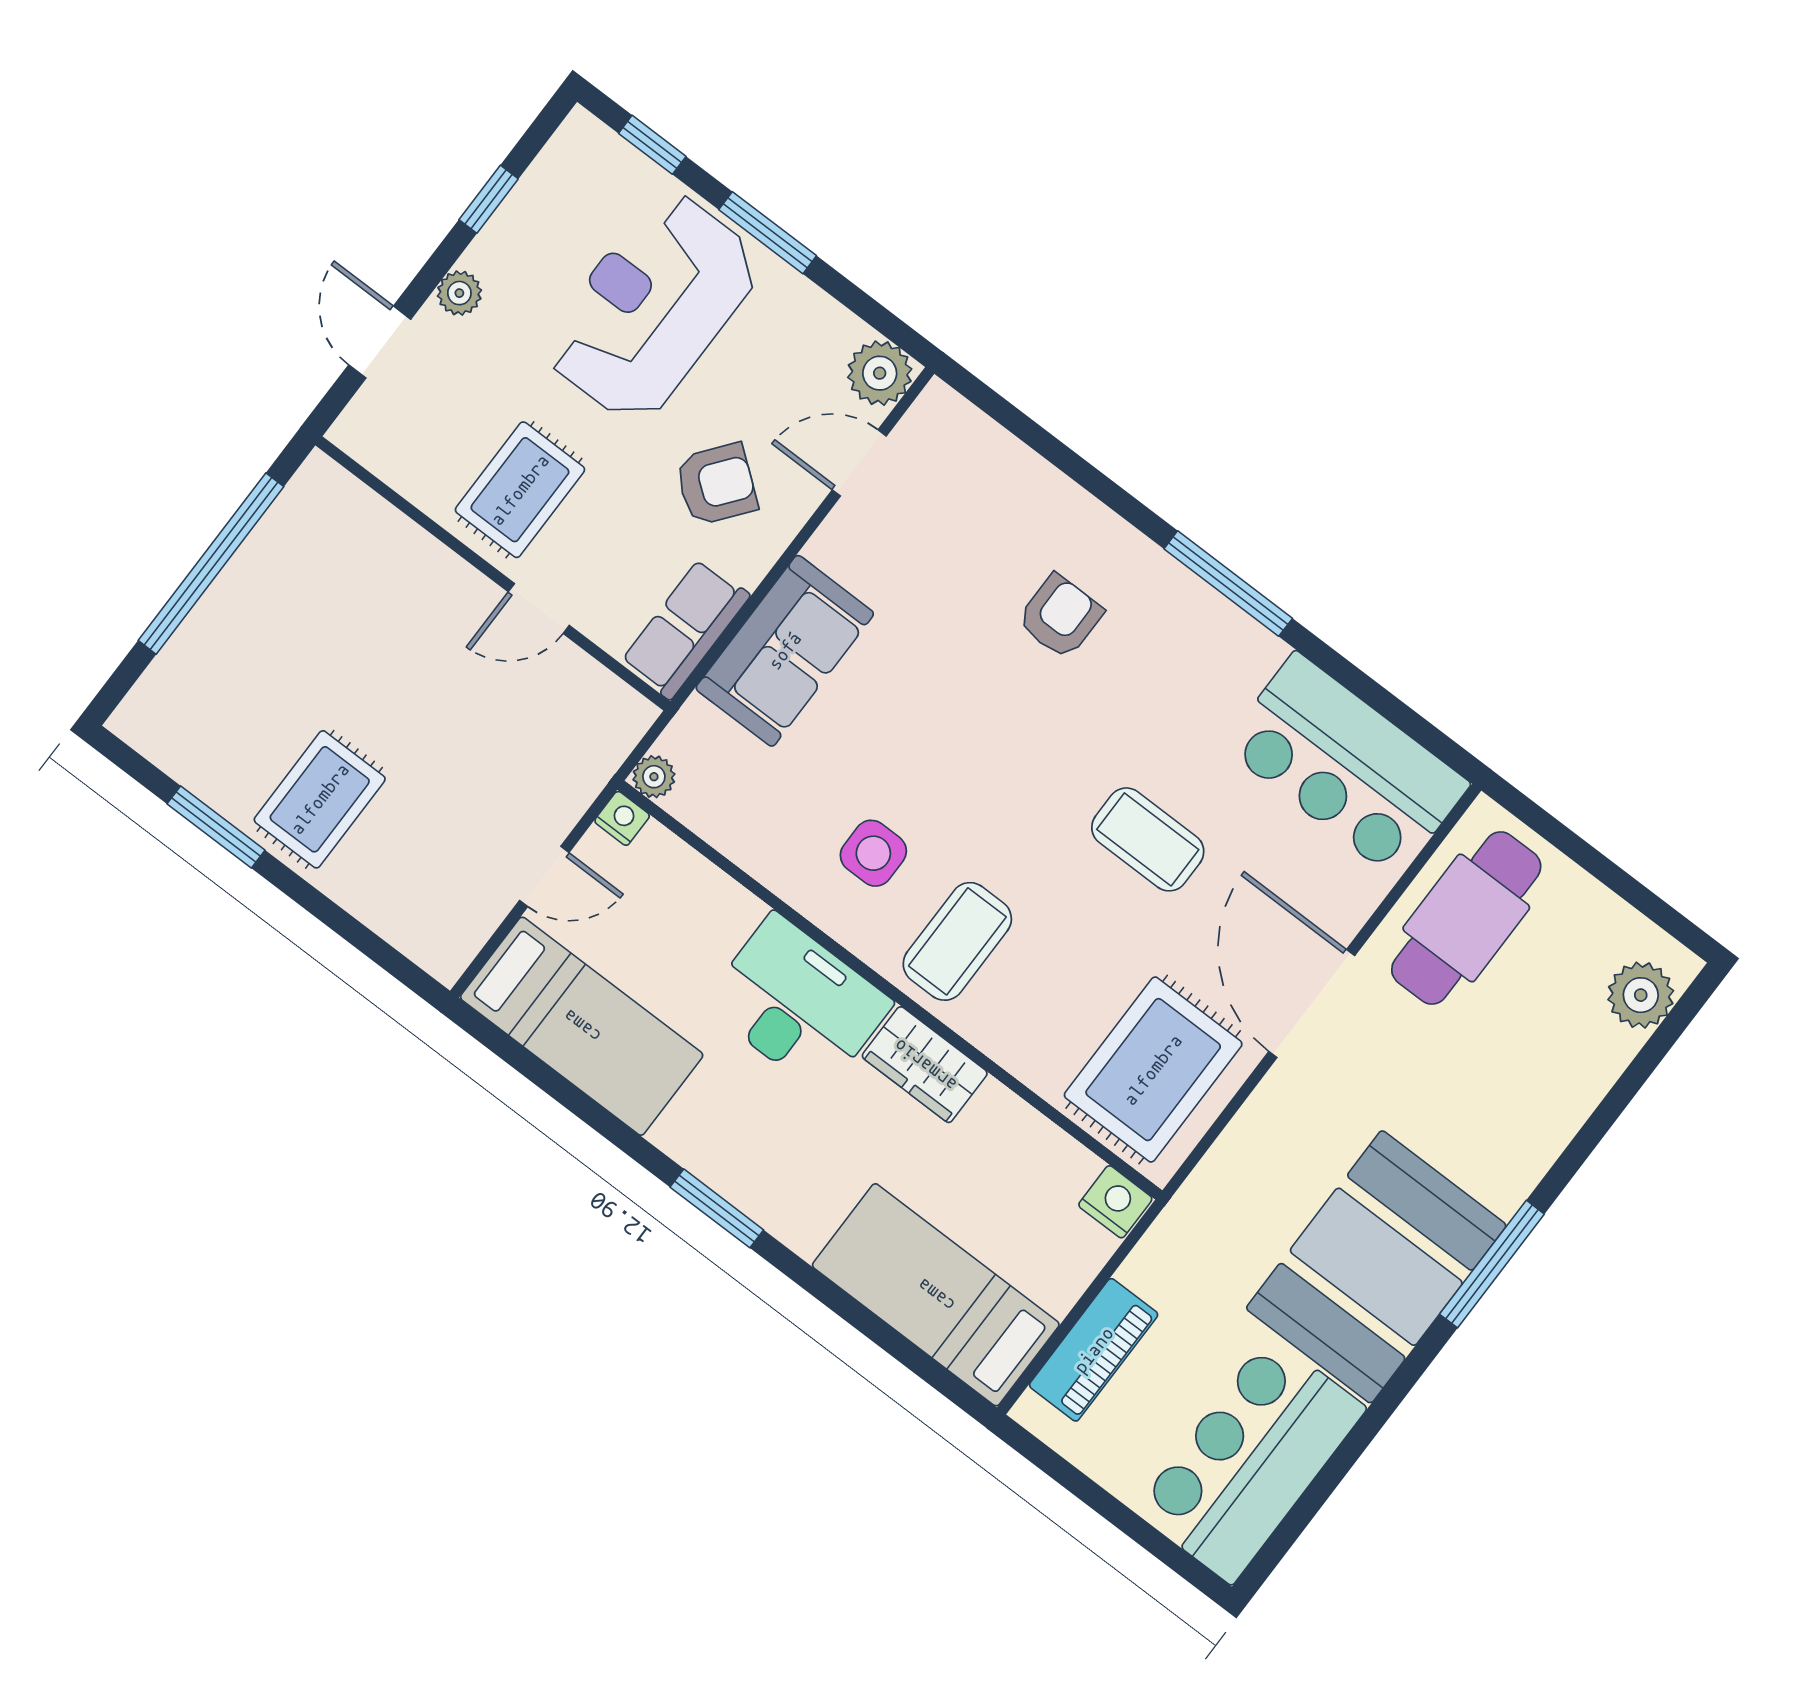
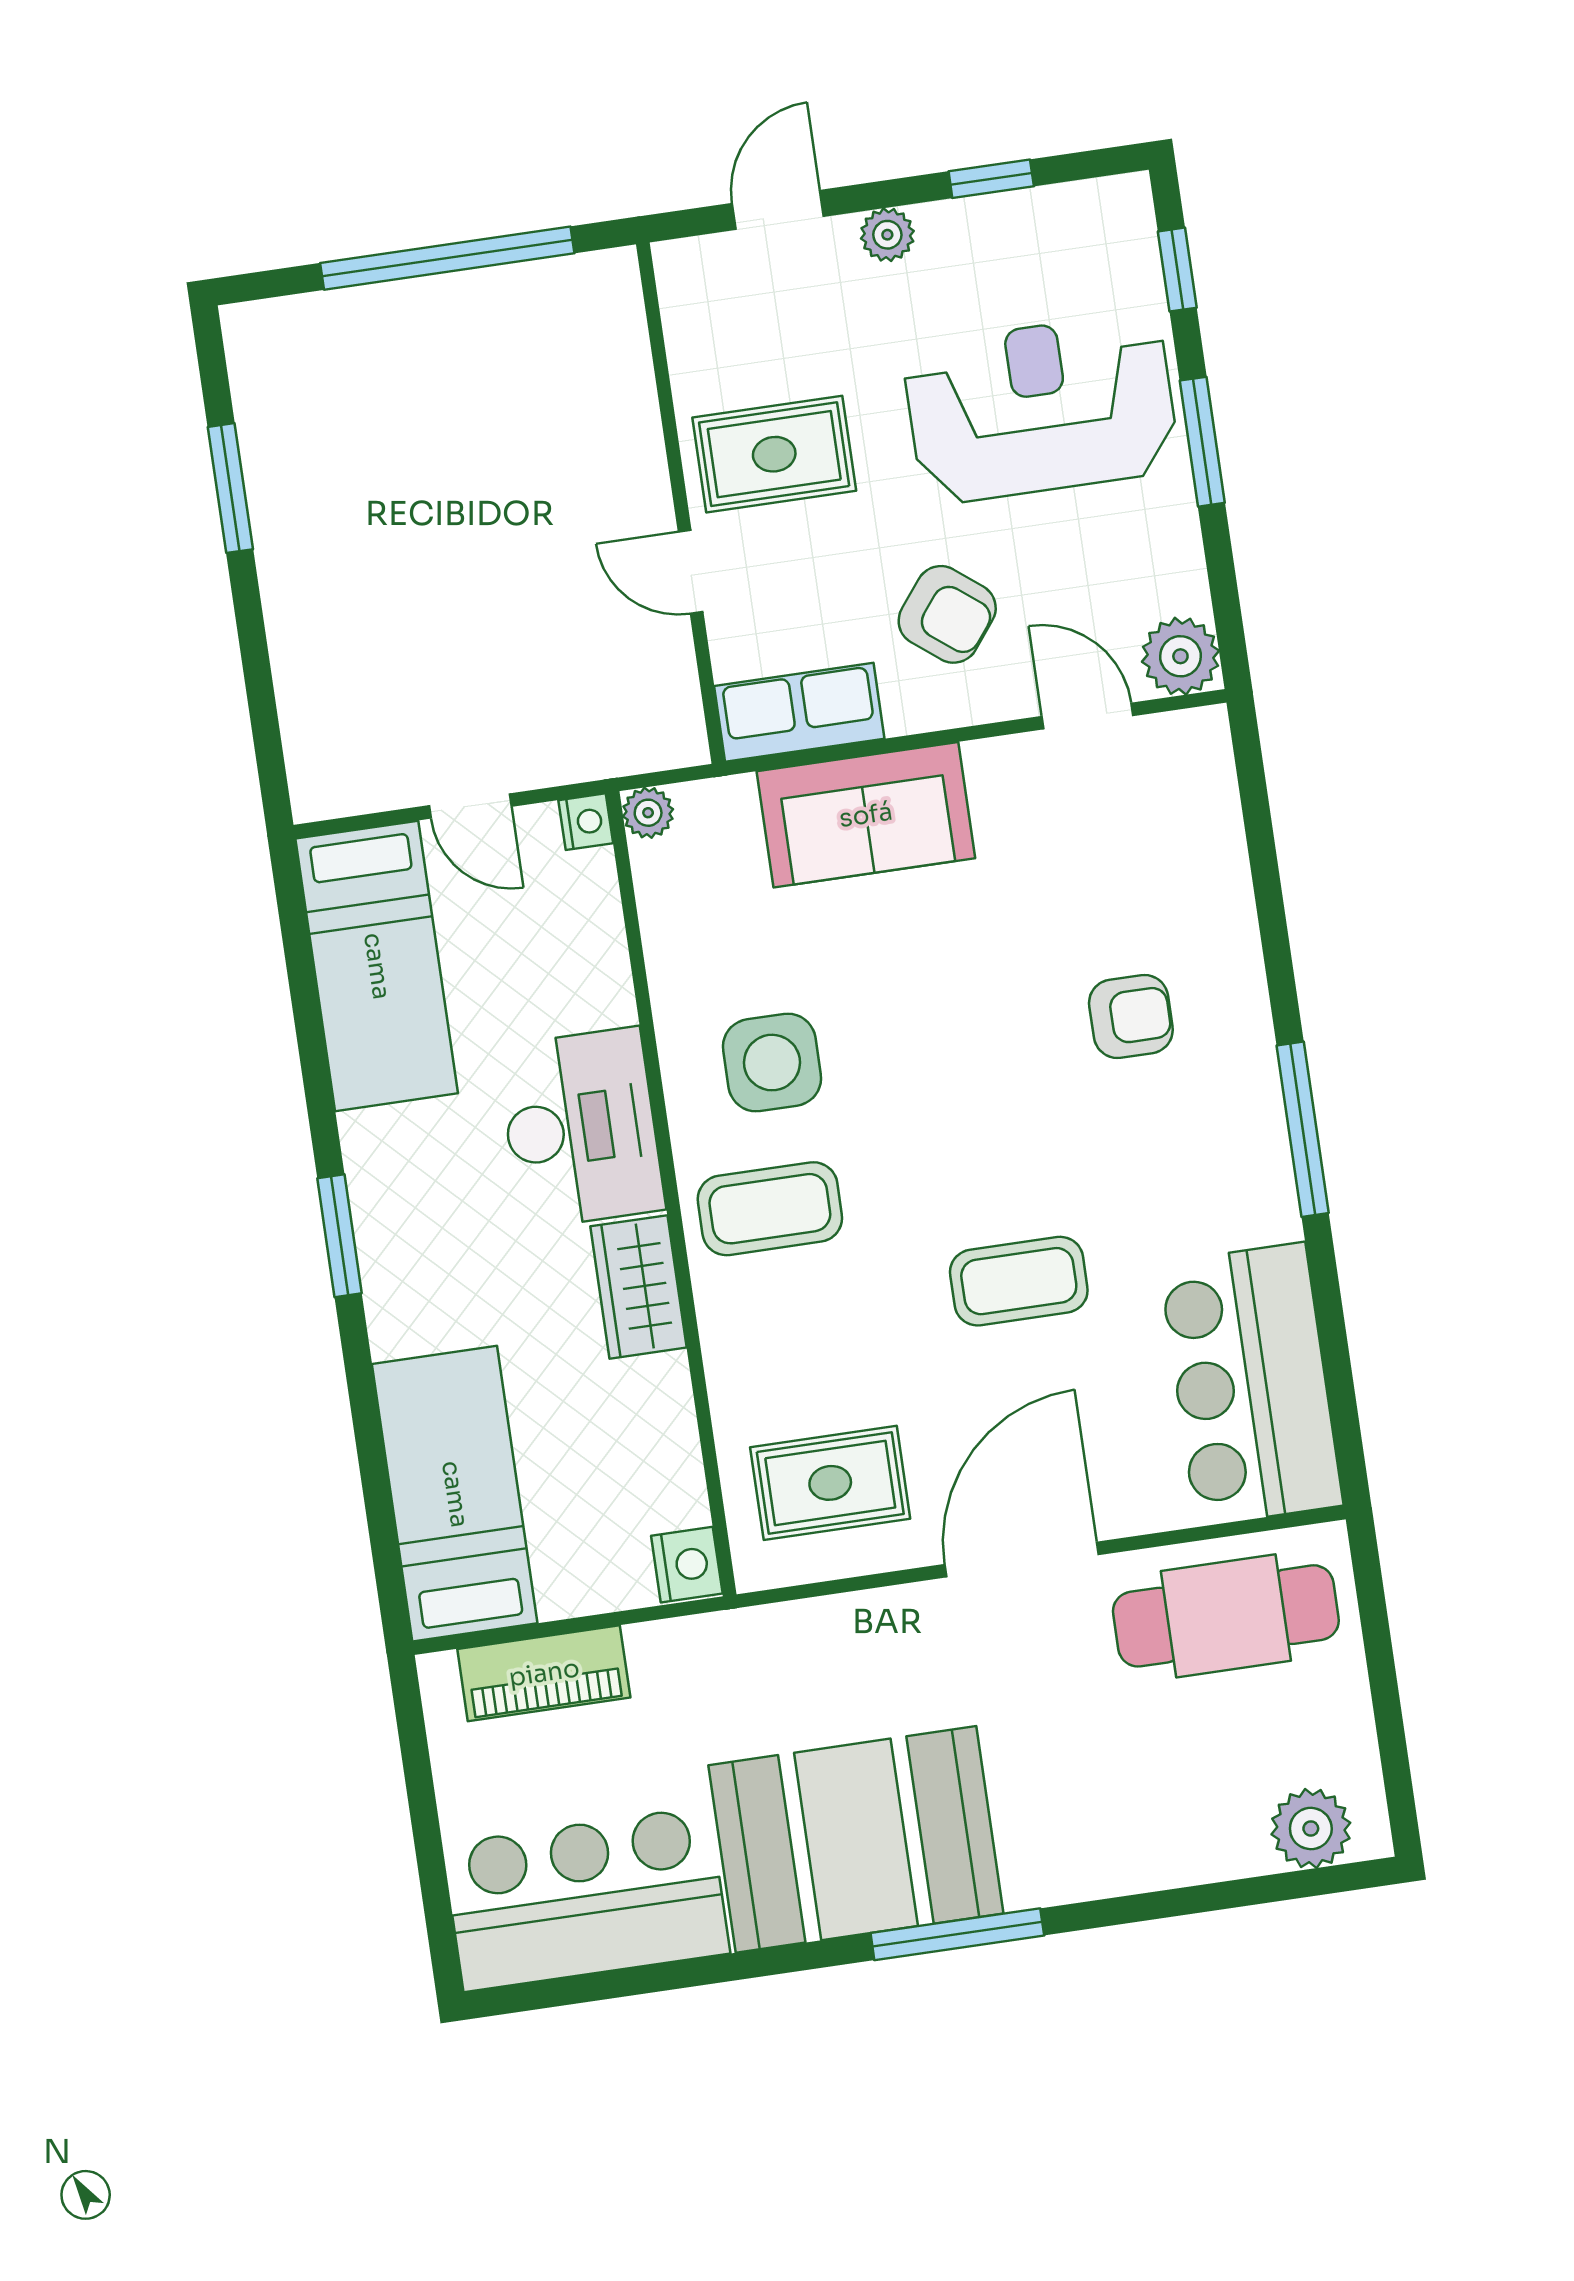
rug: (320, 799) -> (342, 551), removed
coffee table: (1148, 839) -> (1019, 1281), turned 90
side table: (873, 853) -> (772, 1063), width x1.37, depth x1.37
rug: (1153, 1070) -> (830, 1483), width x0.73, depth x0.70

